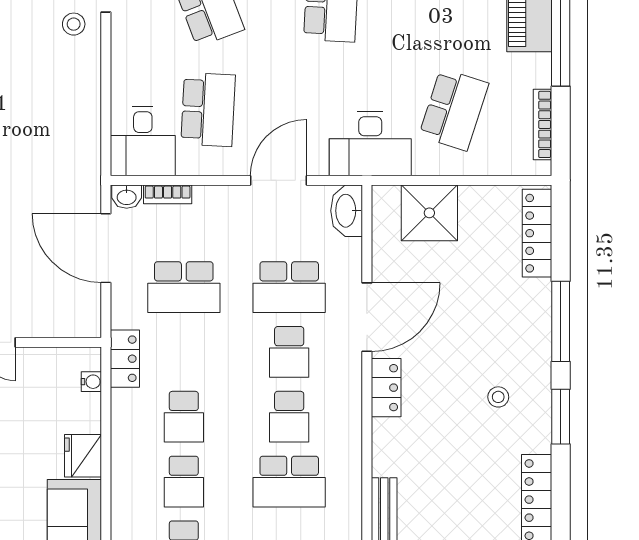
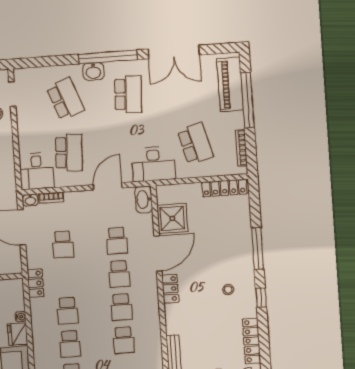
school desk: (454, 110) -> (195, 144), turned -33
shower: (429, 213) -> (172, 218), moved
locker: (537, 233) -> (224, 188), moved, turned -90
school desk: (184, 287) -> (63, 244), width x0.54
school desk: (289, 287) -> (117, 241), width x0.54
water cooler: (91, 382) -> (21, 317), moved
window: (561, 417) -> (261, 298), width x0.67
school desk: (289, 482) -> (124, 340), width x0.54

